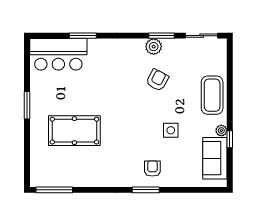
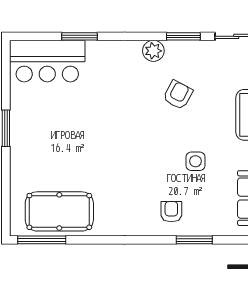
plant: (154, 47) -> (153, 51), moved
pool table: (74, 131) -> (59, 211), moved
window: (146, 190) -> (194, 240), moved

